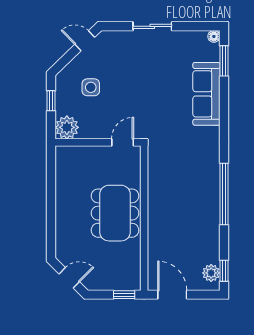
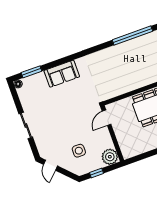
sofa: (206, 94) -> (62, 74), width x0.73
door: (123, 142) -> (107, 118), hinge flipped
window: (224, 194) -> (132, 36), moved

